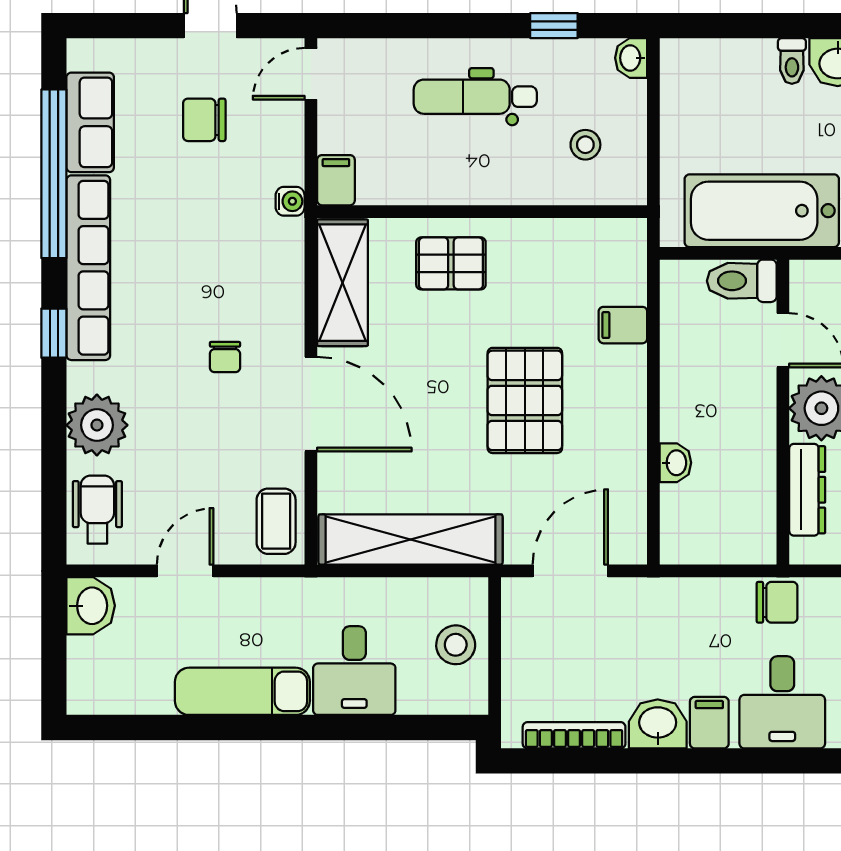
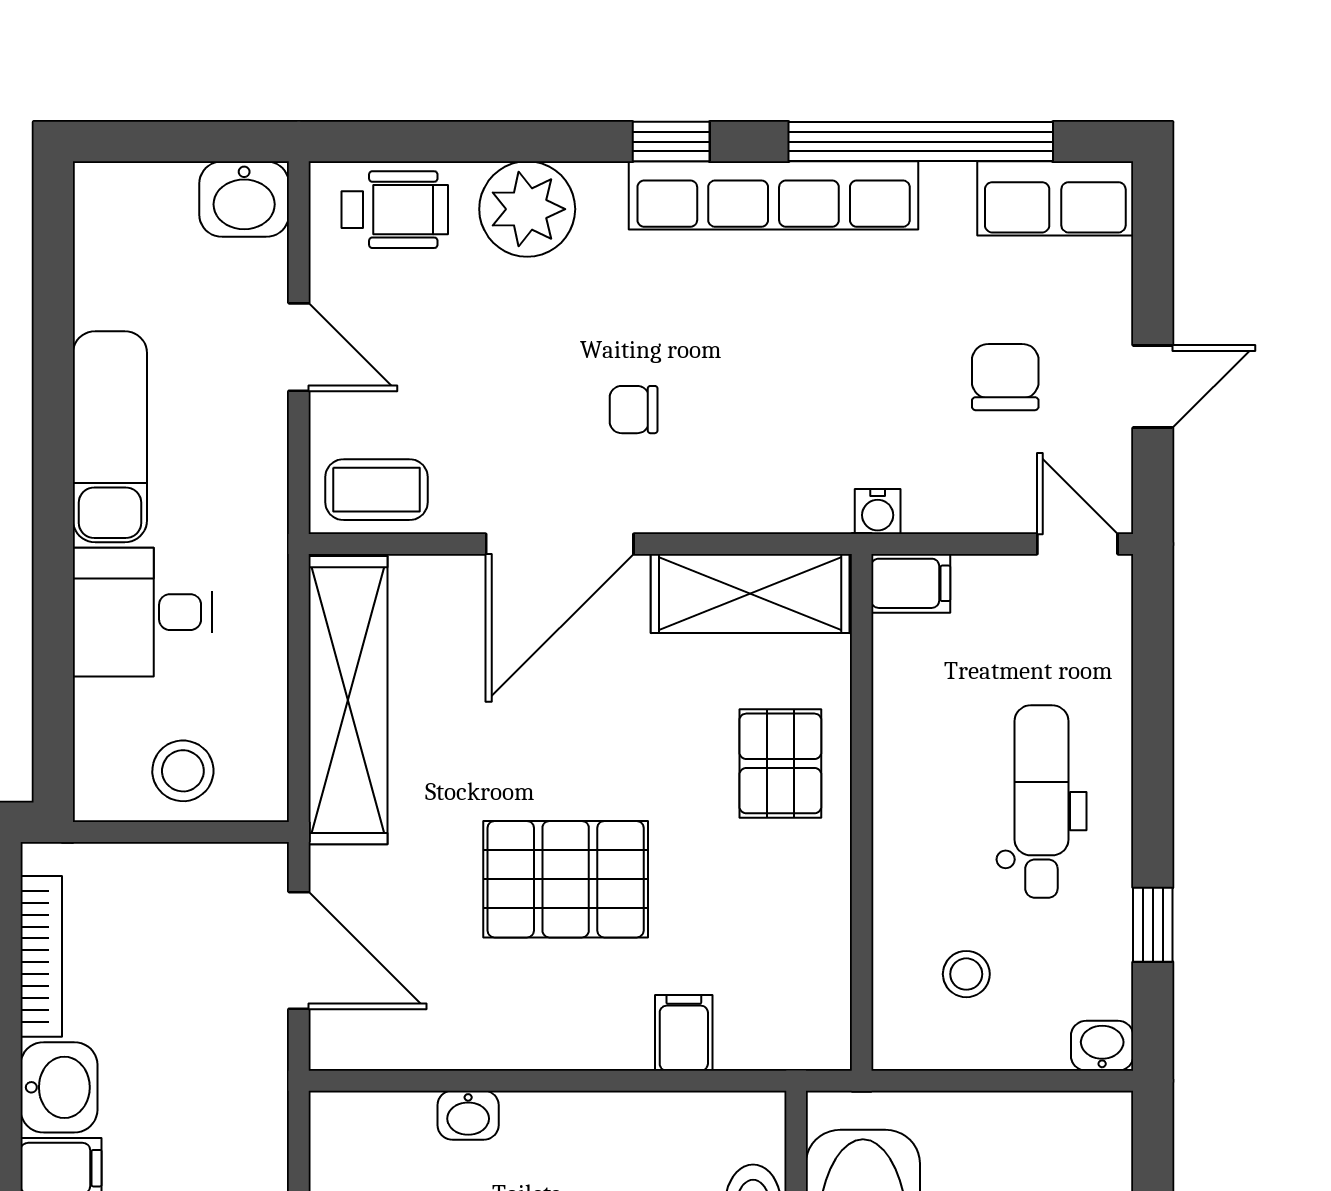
row of seats: (90, 122) -> (1055, 198), moved

